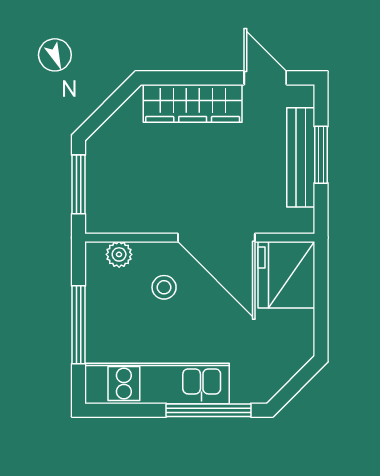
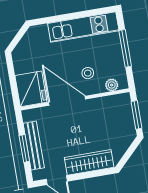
window: (208, 410) -> (57, 19), removed

